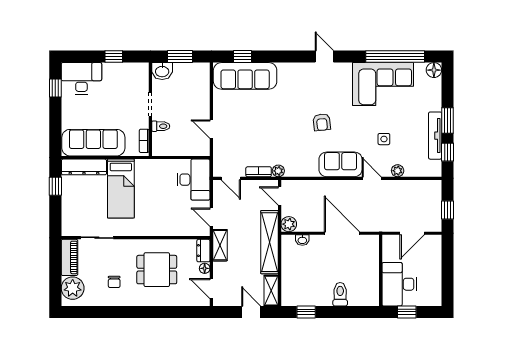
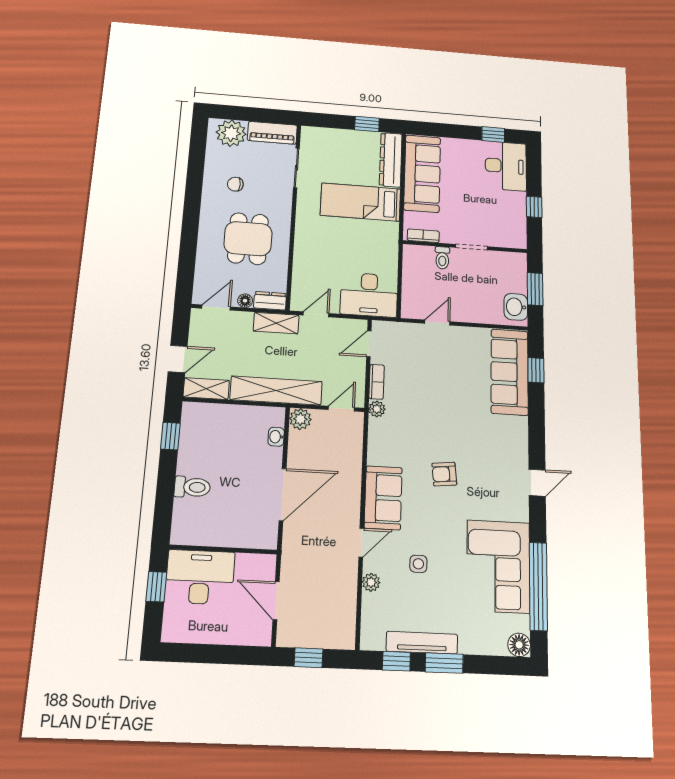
washbasin: (162, 71) -> (516, 307), moved

